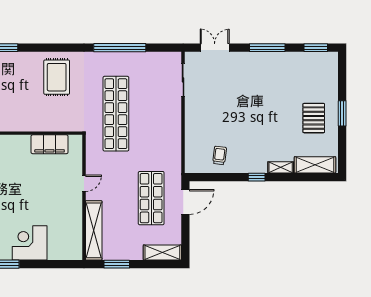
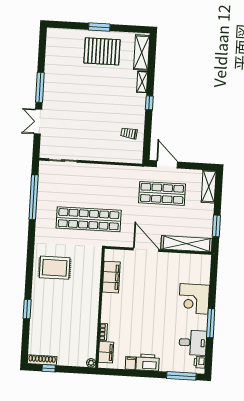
window: (120, 48) -> (34, 197), moved
double door: (215, 48) -> (38, 122), moved
window: (316, 48) -> (42, 46), removed
pallet: (314, 118) -> (102, 51), width x1.37, depth x1.41
door: (84, 183) -> (146, 250), width x1.88

